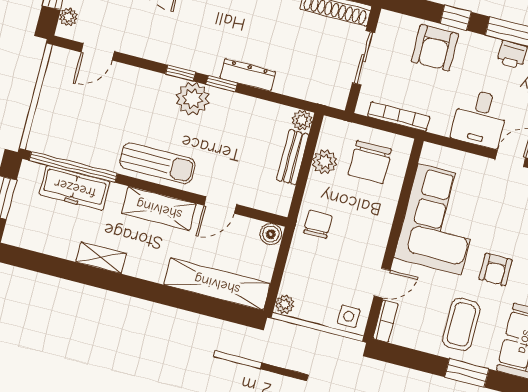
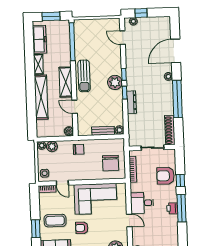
plant: (325, 162) -> (52, 146), moved
chair: (370, 162) -> (111, 163), turned -90
freezer: (75, 188) -> (39, 39), moved, turned 180
shelving: (217, 284) -> (41, 97), moved

